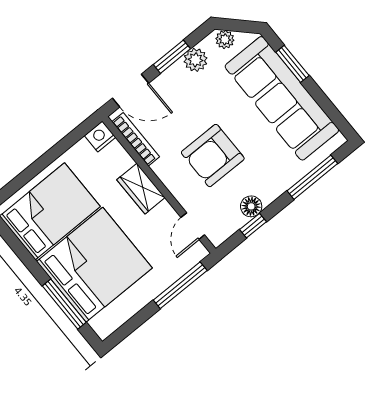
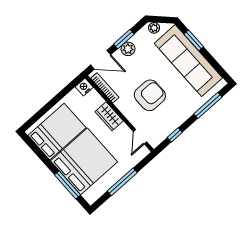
plant: (196, 60) -> (128, 49), moved
armchair: (213, 156) -> (150, 95), turned 180
floor lamp: (251, 206) -> (173, 124), removed
window: (180, 285) -> (122, 182), moved

